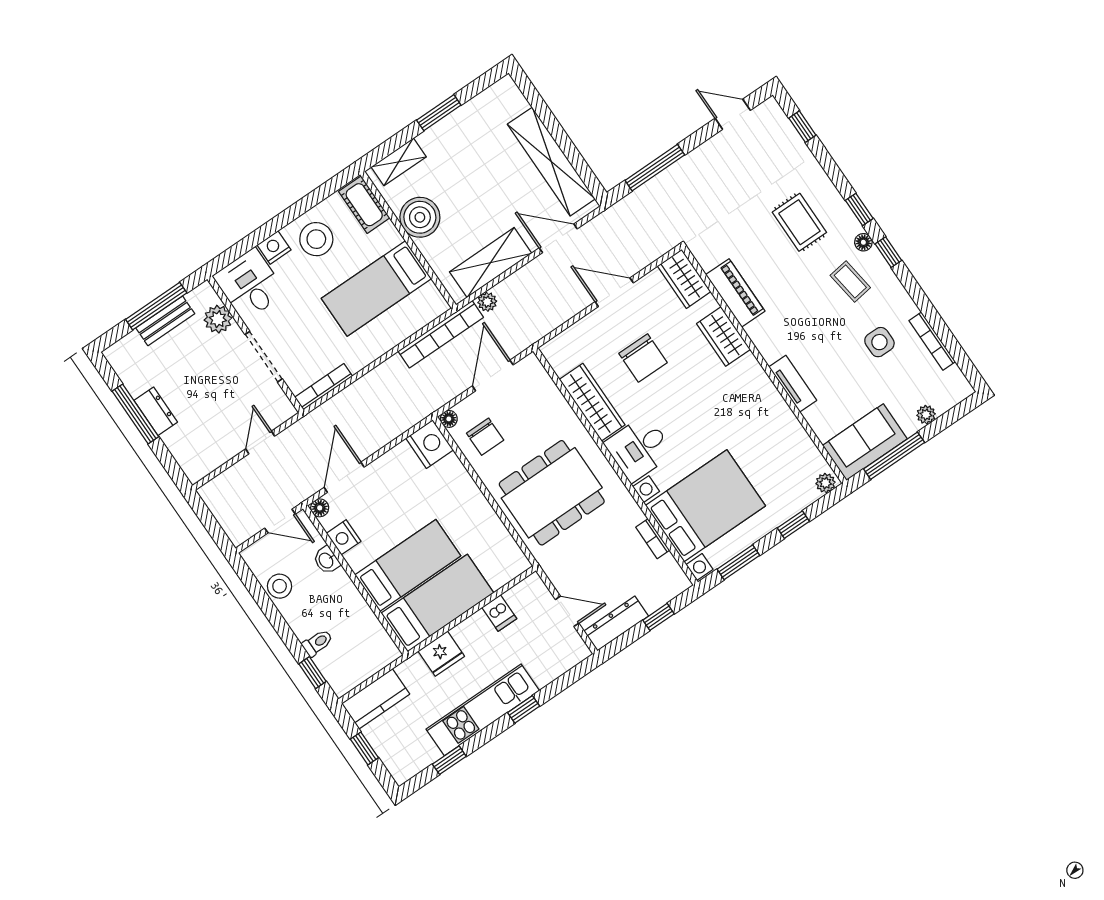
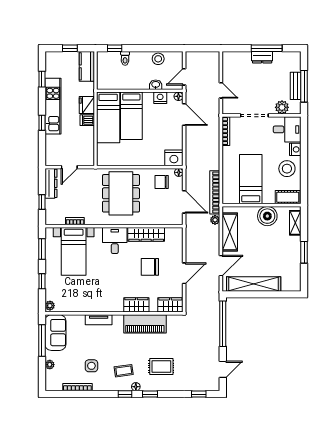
window: (655, 168) -> (223, 324), width x1.46
piano: (735, 293) -> (145, 324), width x1.37, depth x1.33
bed with nightstands: (705, 506) -> (74, 251), width x0.73
dishwasher: (499, 613) -> (87, 120), moved

